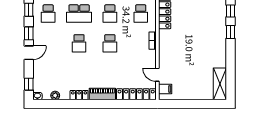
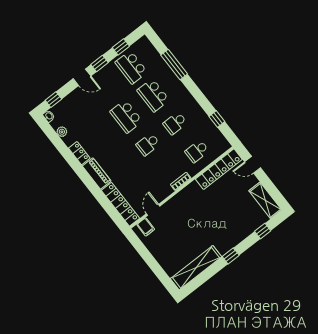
school desk: (48, 13) -> (131, 67), width x1.85
window: (230, 32) -> (231, 256), moved
school desk: (79, 43) -> (126, 116), width x1.85
shelving: (220, 84) -> (196, 268), width x1.47

